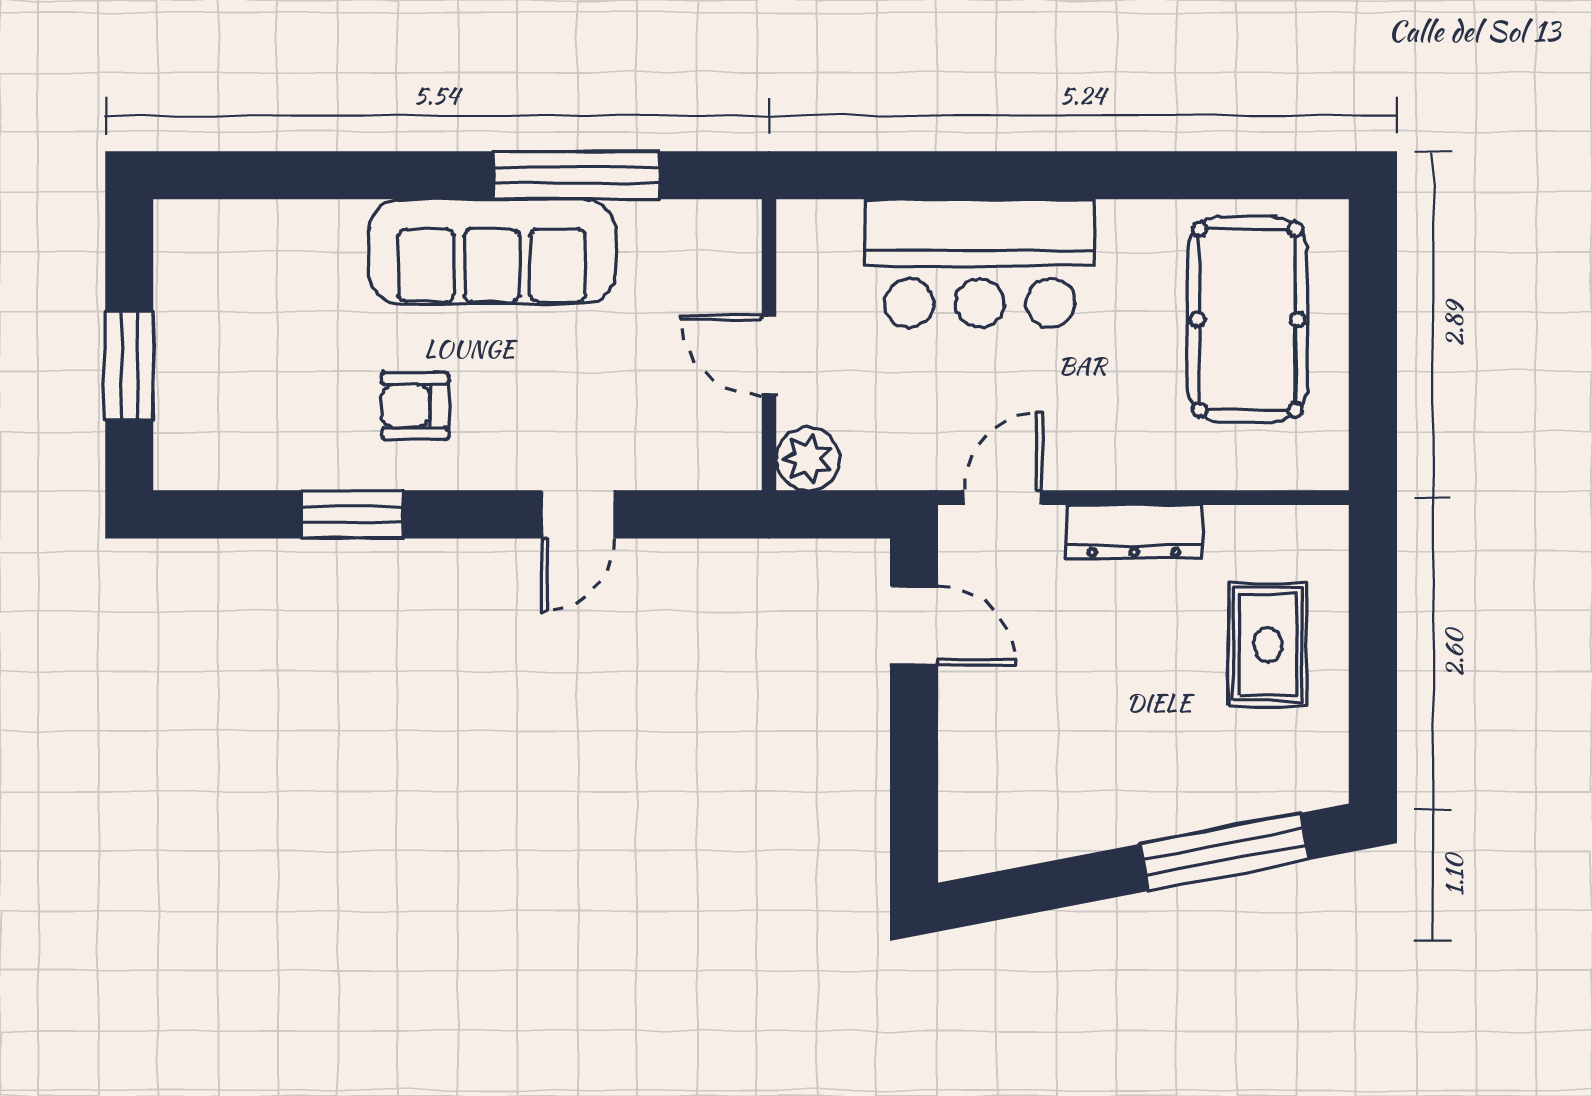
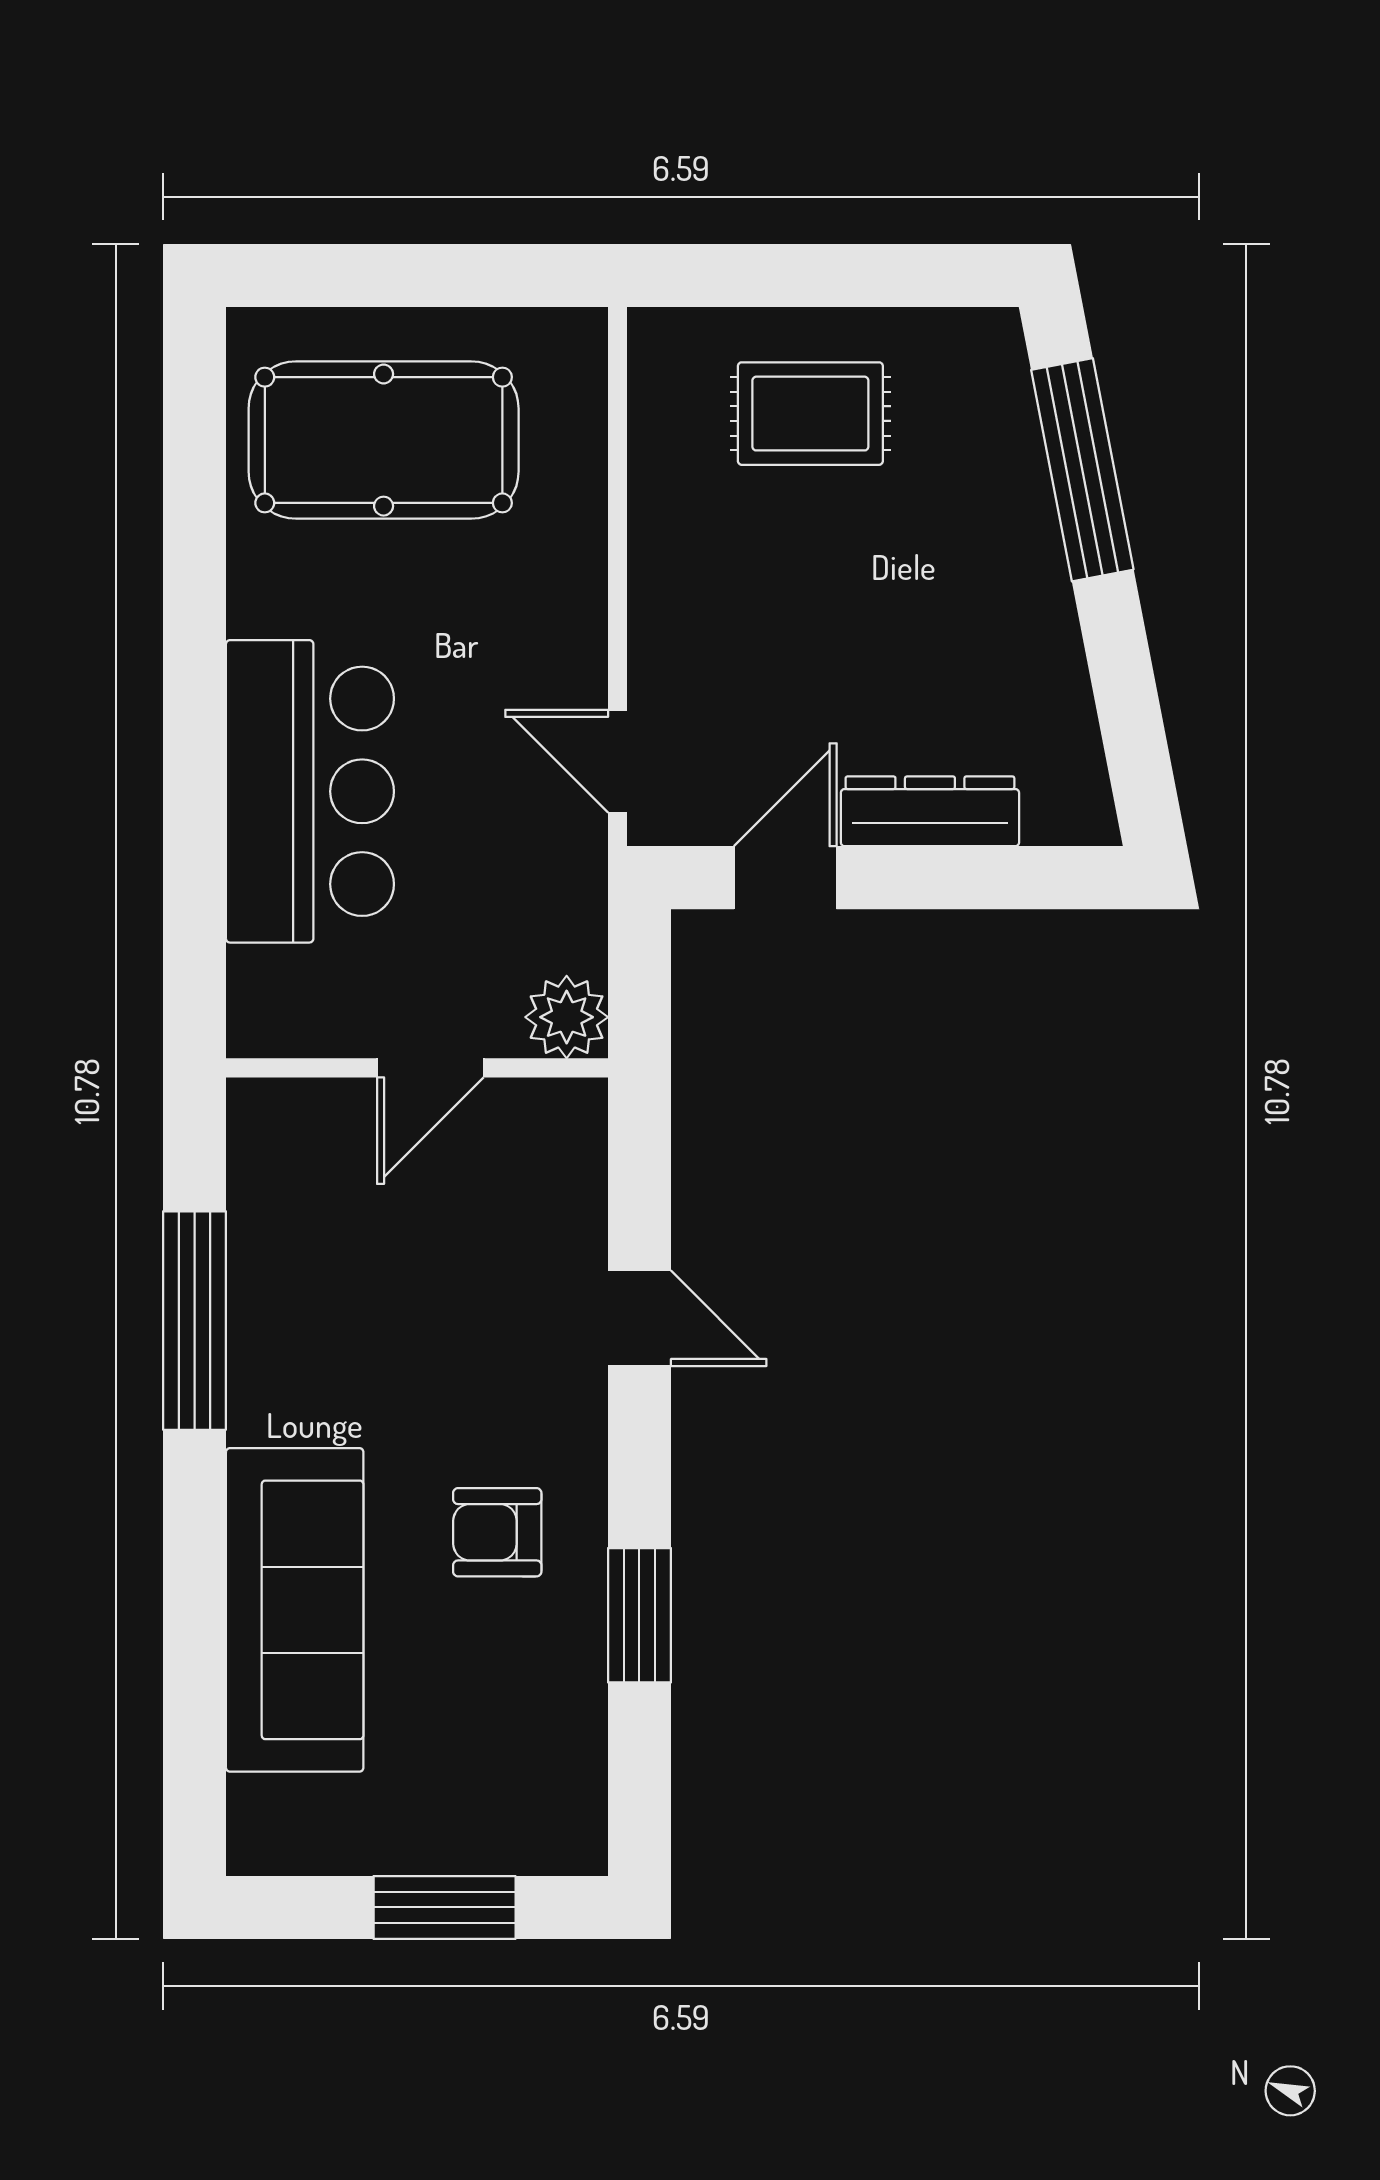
sofa: (492, 252) -> (295, 1610), moved
armchair: (415, 406) -> (497, 1532), turned 90
dresser: (1134, 531) -> (930, 811), moved, turned -90

